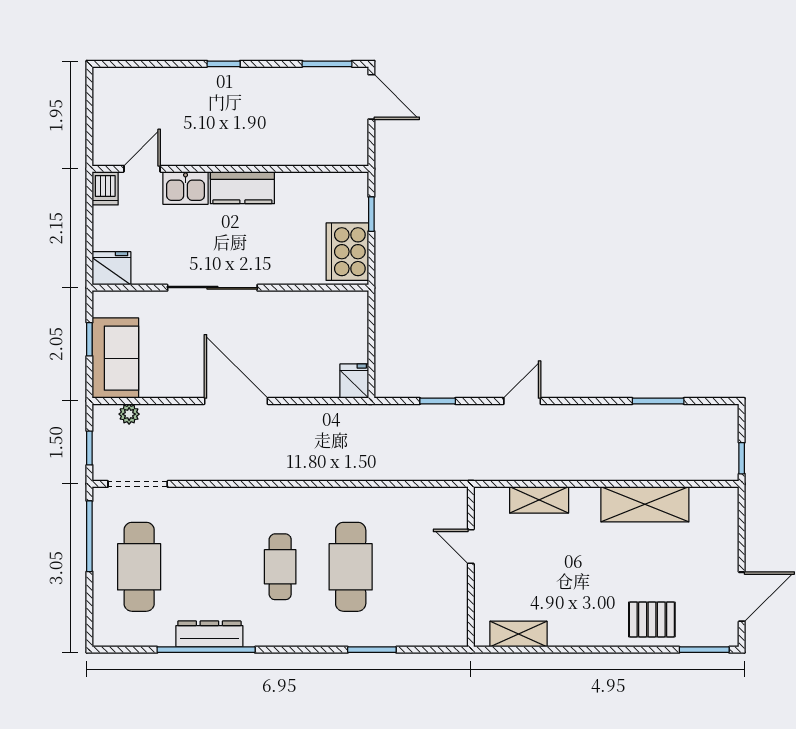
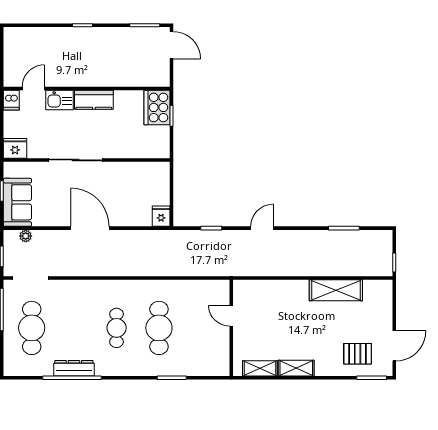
cooker: (347, 252) -> (157, 107), moved
shelving: (539, 500) -> (296, 368), moved
pallet: (652, 619) -> (358, 354), moved

